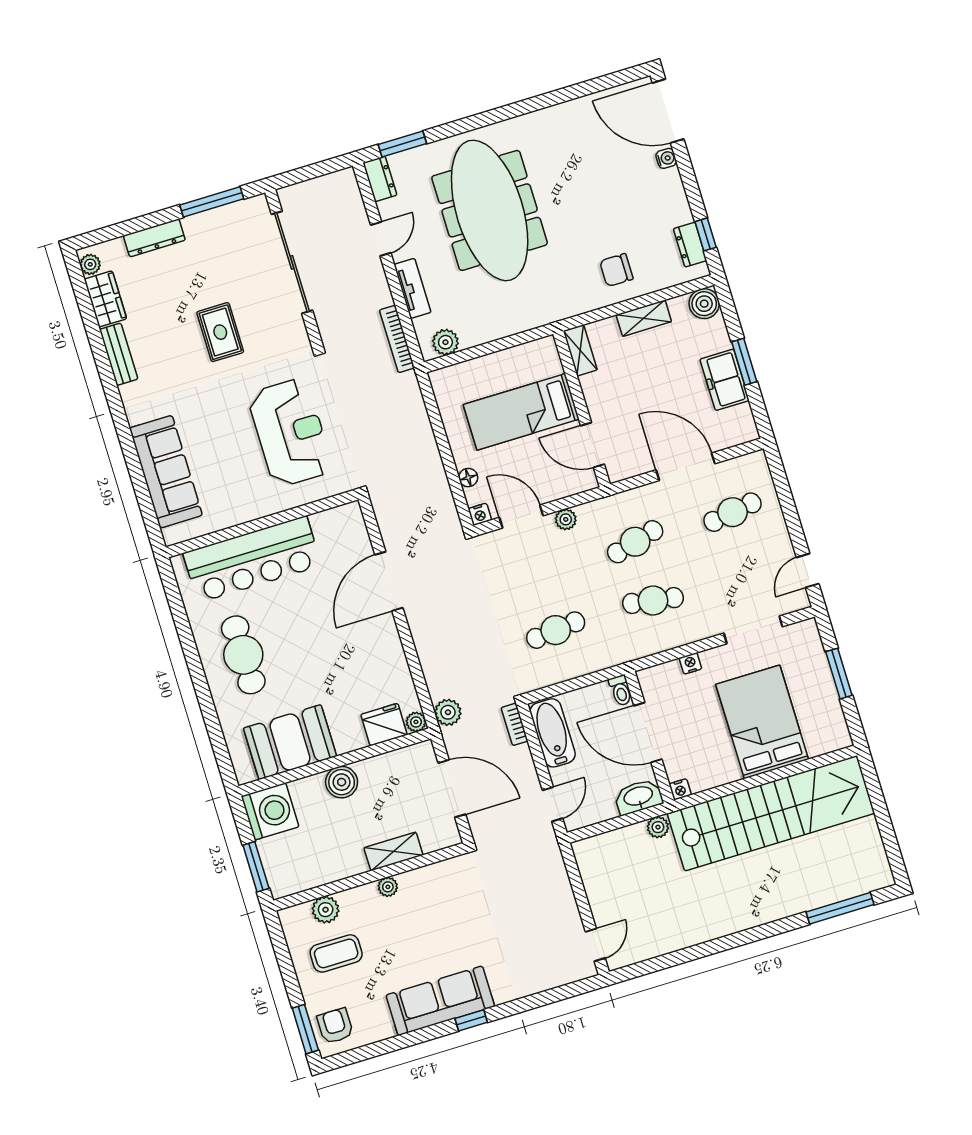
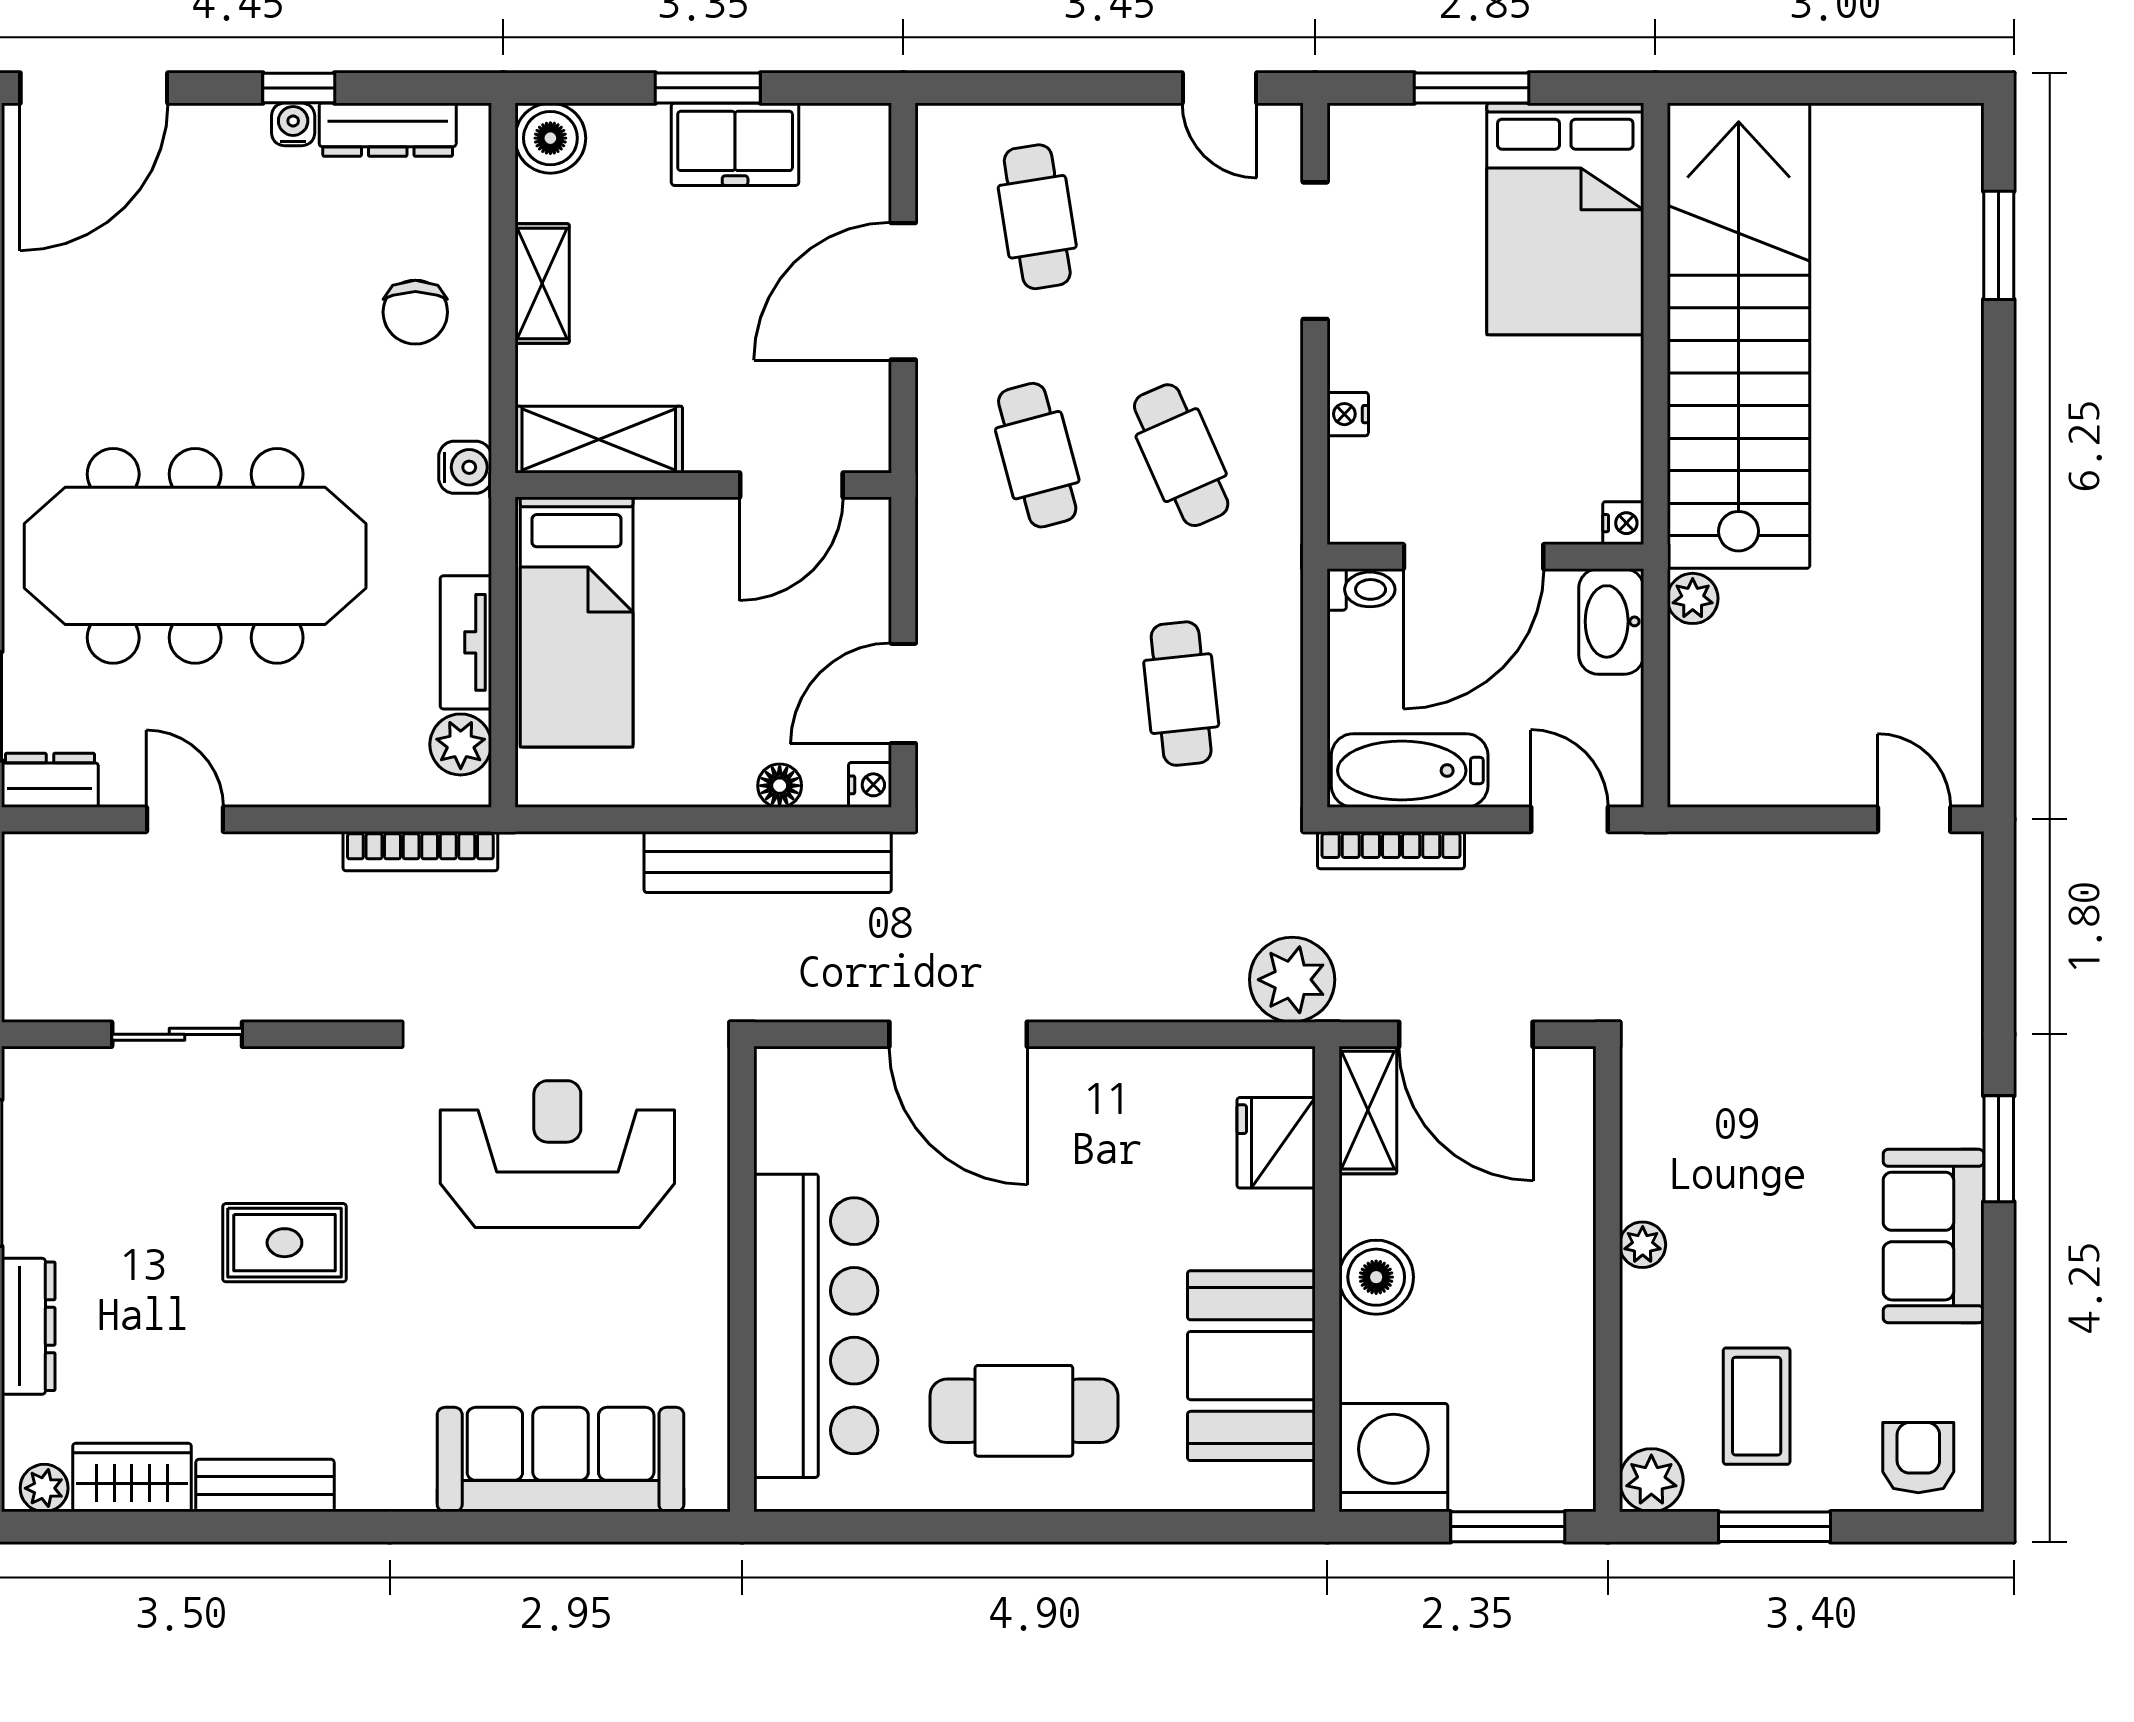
water cooler: (666, 158) -> (293, 124), moved
window: (706, 234) -> (299, 88), moved
dresser: (690, 245) -> (388, 130), width x1.44
sliding door: (292, 262) -> (177, 1034), width x0.54
tv unit: (412, 288) -> (466, 642), moved, turned -90
water cooler: (559, 310) -> (465, 467), added
shelving: (580, 350) -> (599, 440), width x1.50, depth x1.33
bed: (521, 412) -> (577, 622), moved
bench: (436, 482) -> (768, 862), added
plant: (566, 519) -> (940, 596), removed
cafe table: (653, 600) -> (1181, 455), turned -33
plant: (448, 712) -> (1292, 980), width x1.36, depth x1.36
plant: (416, 722) -> (1292, 1069), removed
bed: (762, 722) -> (1565, 219), moved, turned -90
bookcase: (515, 724) -> (1391, 850), width x1.56
door: (452, 789) -> (1466, 1034), swing flipped
shelving: (393, 851) -> (1368, 1110), moved
window: (840, 908) -> (1999, 245), width x0.69
plant: (326, 910) -> (1651, 1480), moved
sofa: (440, 1001) -> (1934, 1236), width x0.73
window: (471, 1020) -> (1999, 1149), width x1.50
armchair: (335, 1026) -> (1918, 1458), turned 90
window: (305, 1029) -> (1774, 1527), moved

